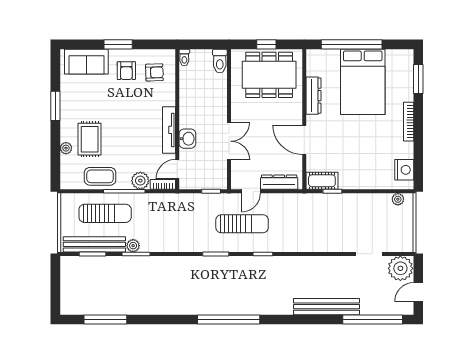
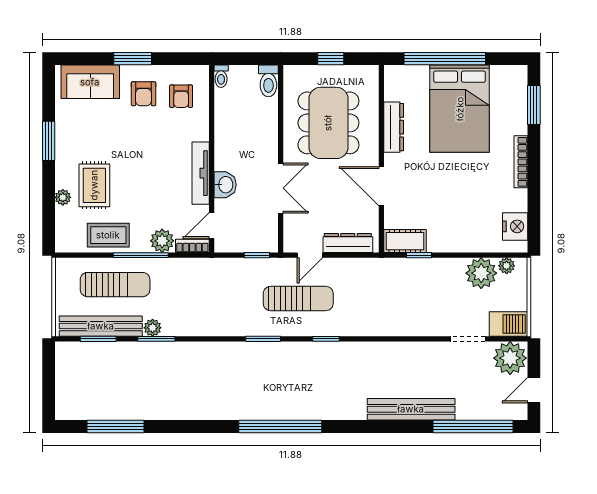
armchair: (154, 72) -> (181, 96), turned 92
dining table: (269, 75) -> (328, 123), moved, turned 90
plant: (379, 205) -> (481, 273), added
barbecue: (399, 243) -> (508, 324), added

